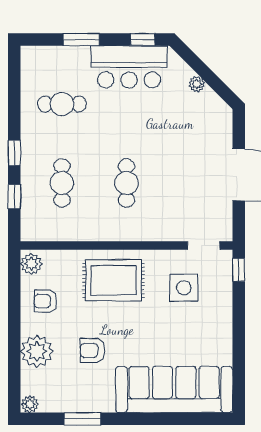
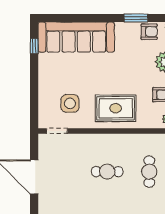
cafe table: (126, 183) -> (107, 172), turned 90
window: (239, 270) -> (34, 46), moved
armchair: (92, 351) -> (149, 32), moved

